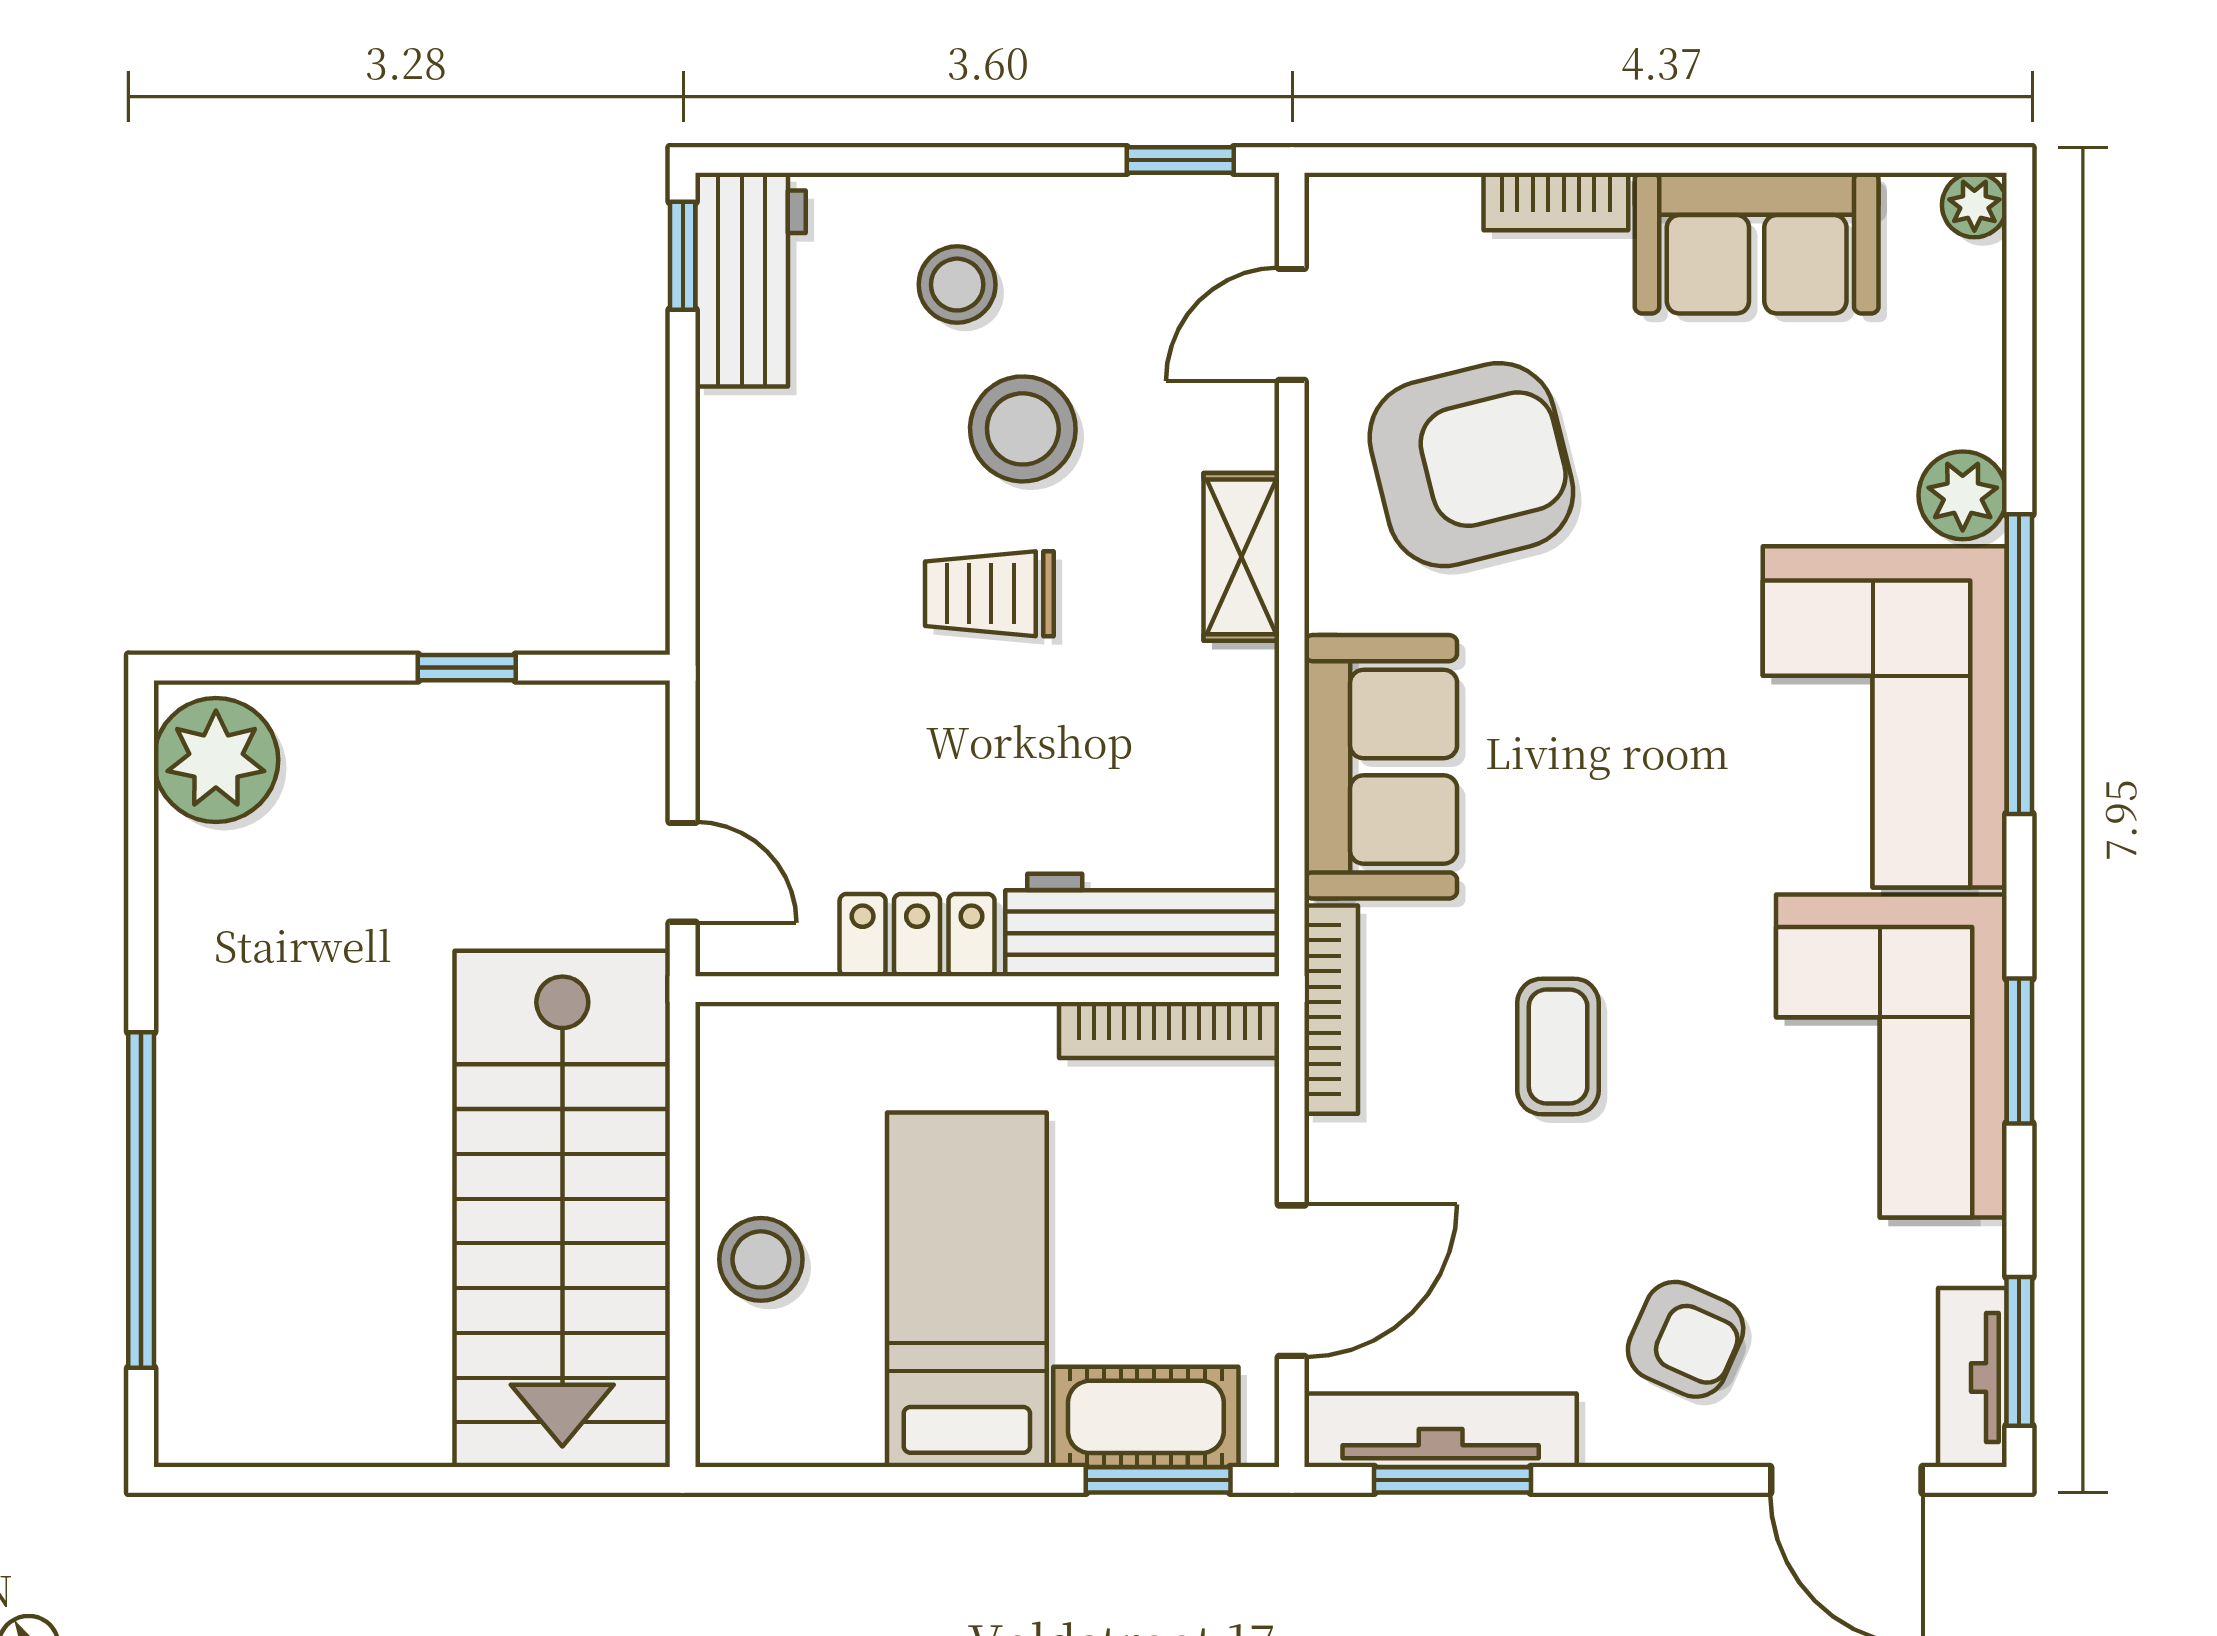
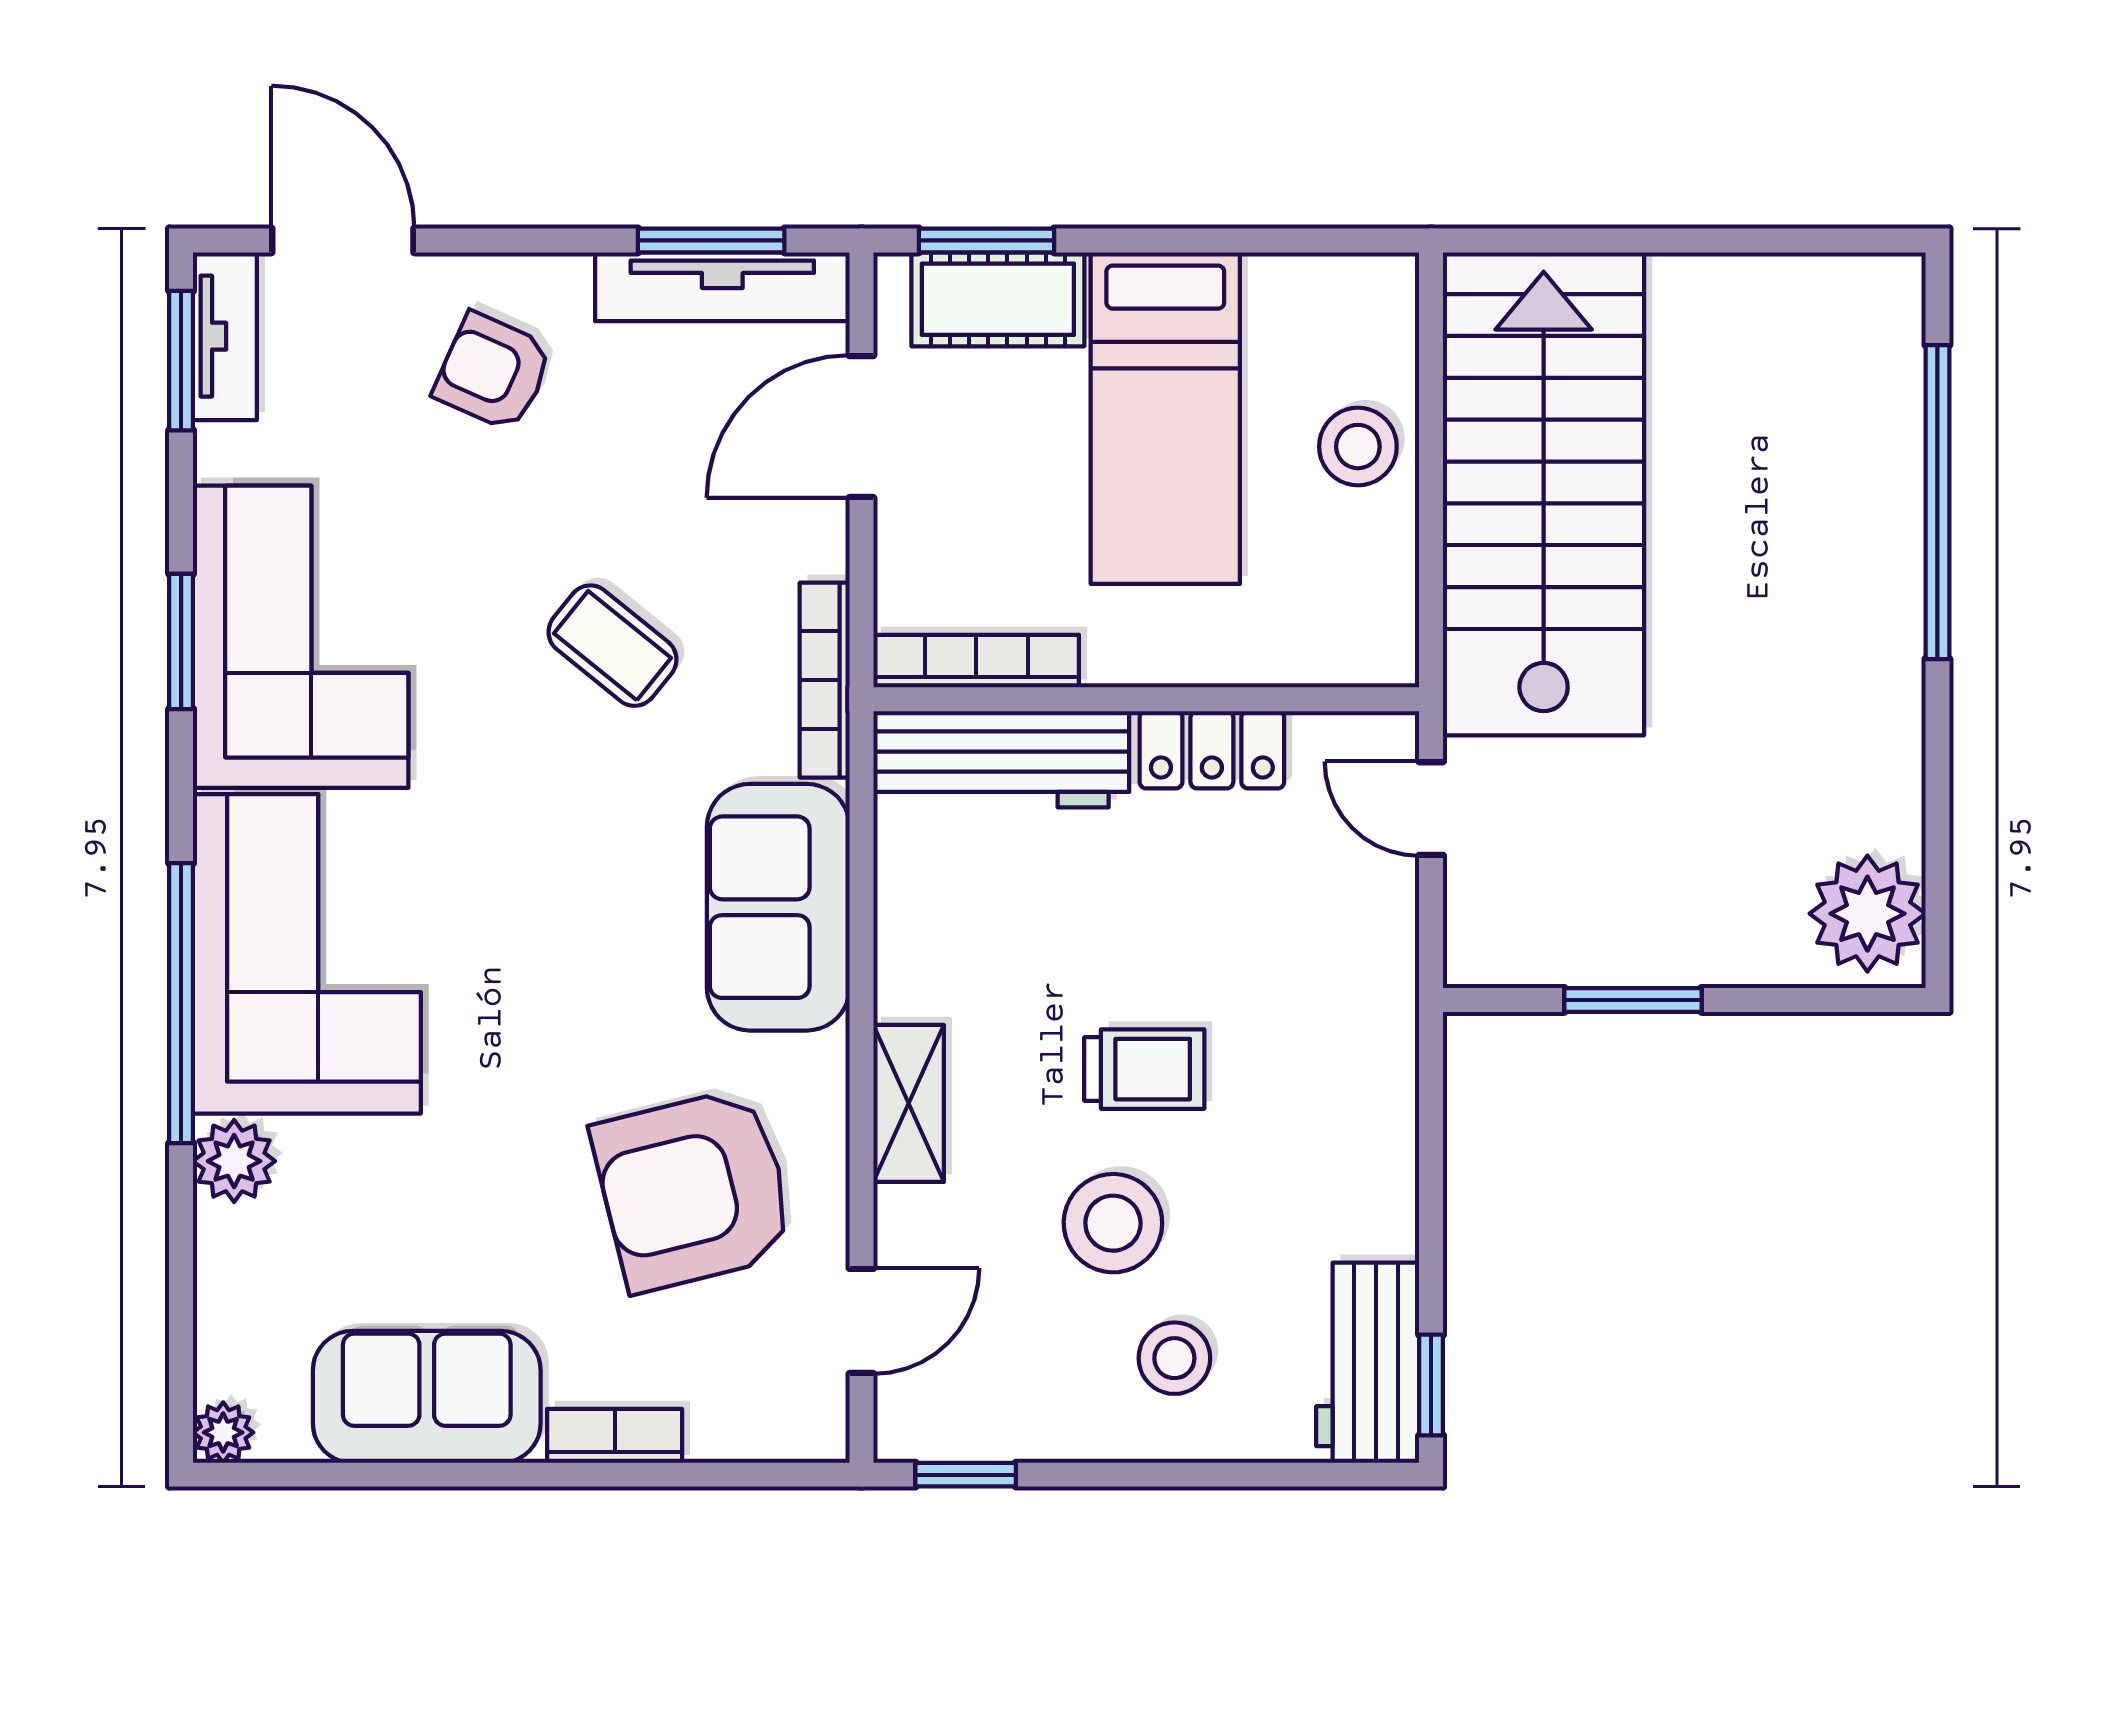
window: (467, 668) -> (1633, 1000), width x1.50
coffee table: (1558, 1046) -> (612, 646), turned -51

